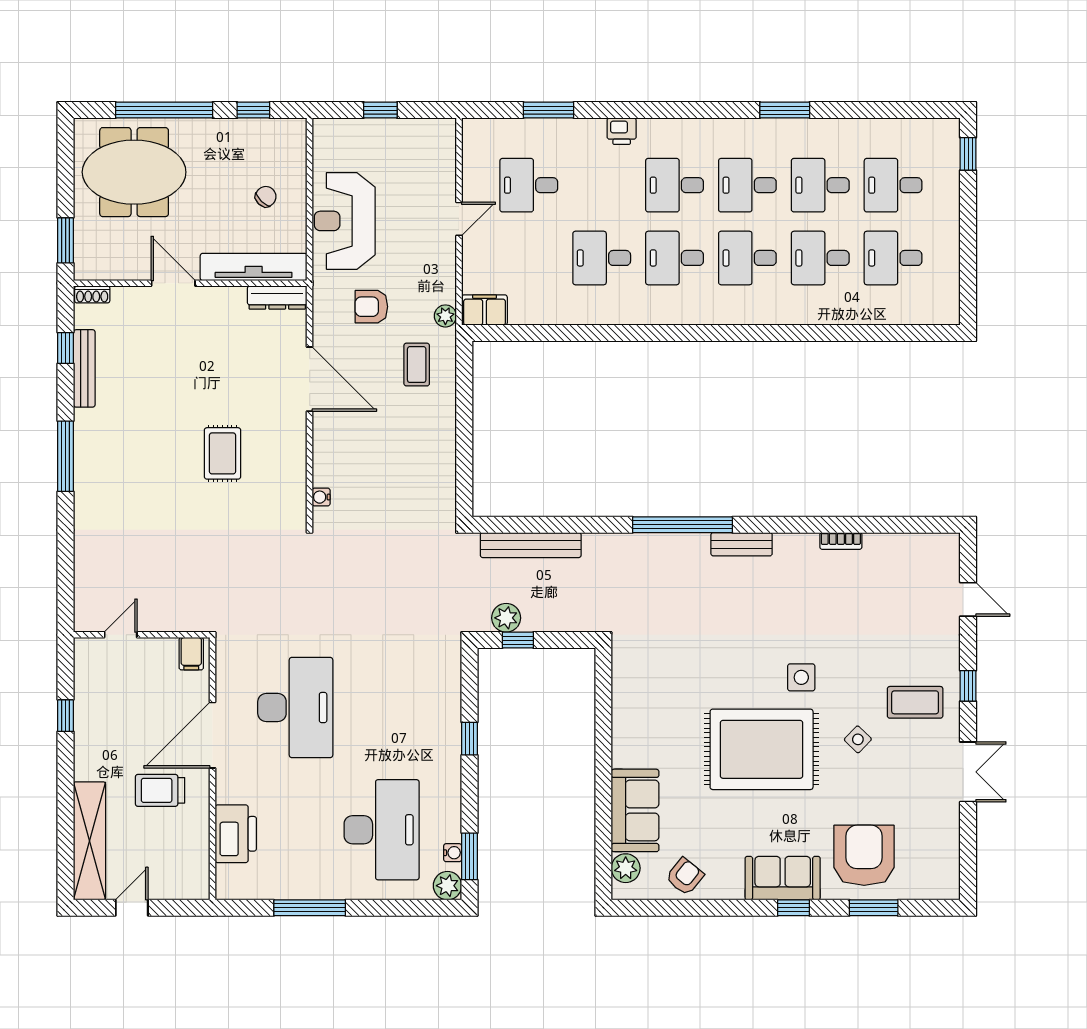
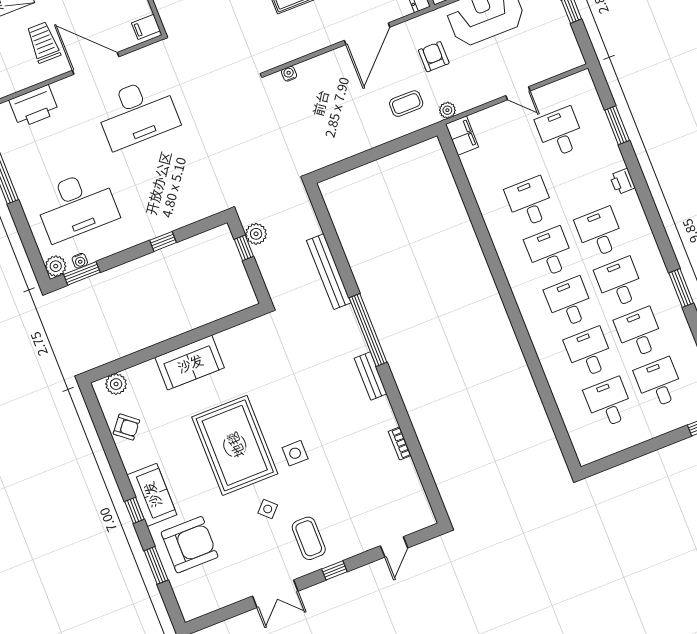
bench: (531, 545) -> (329, 272), moved
sofa: (635, 810) -> (190, 363), moved

